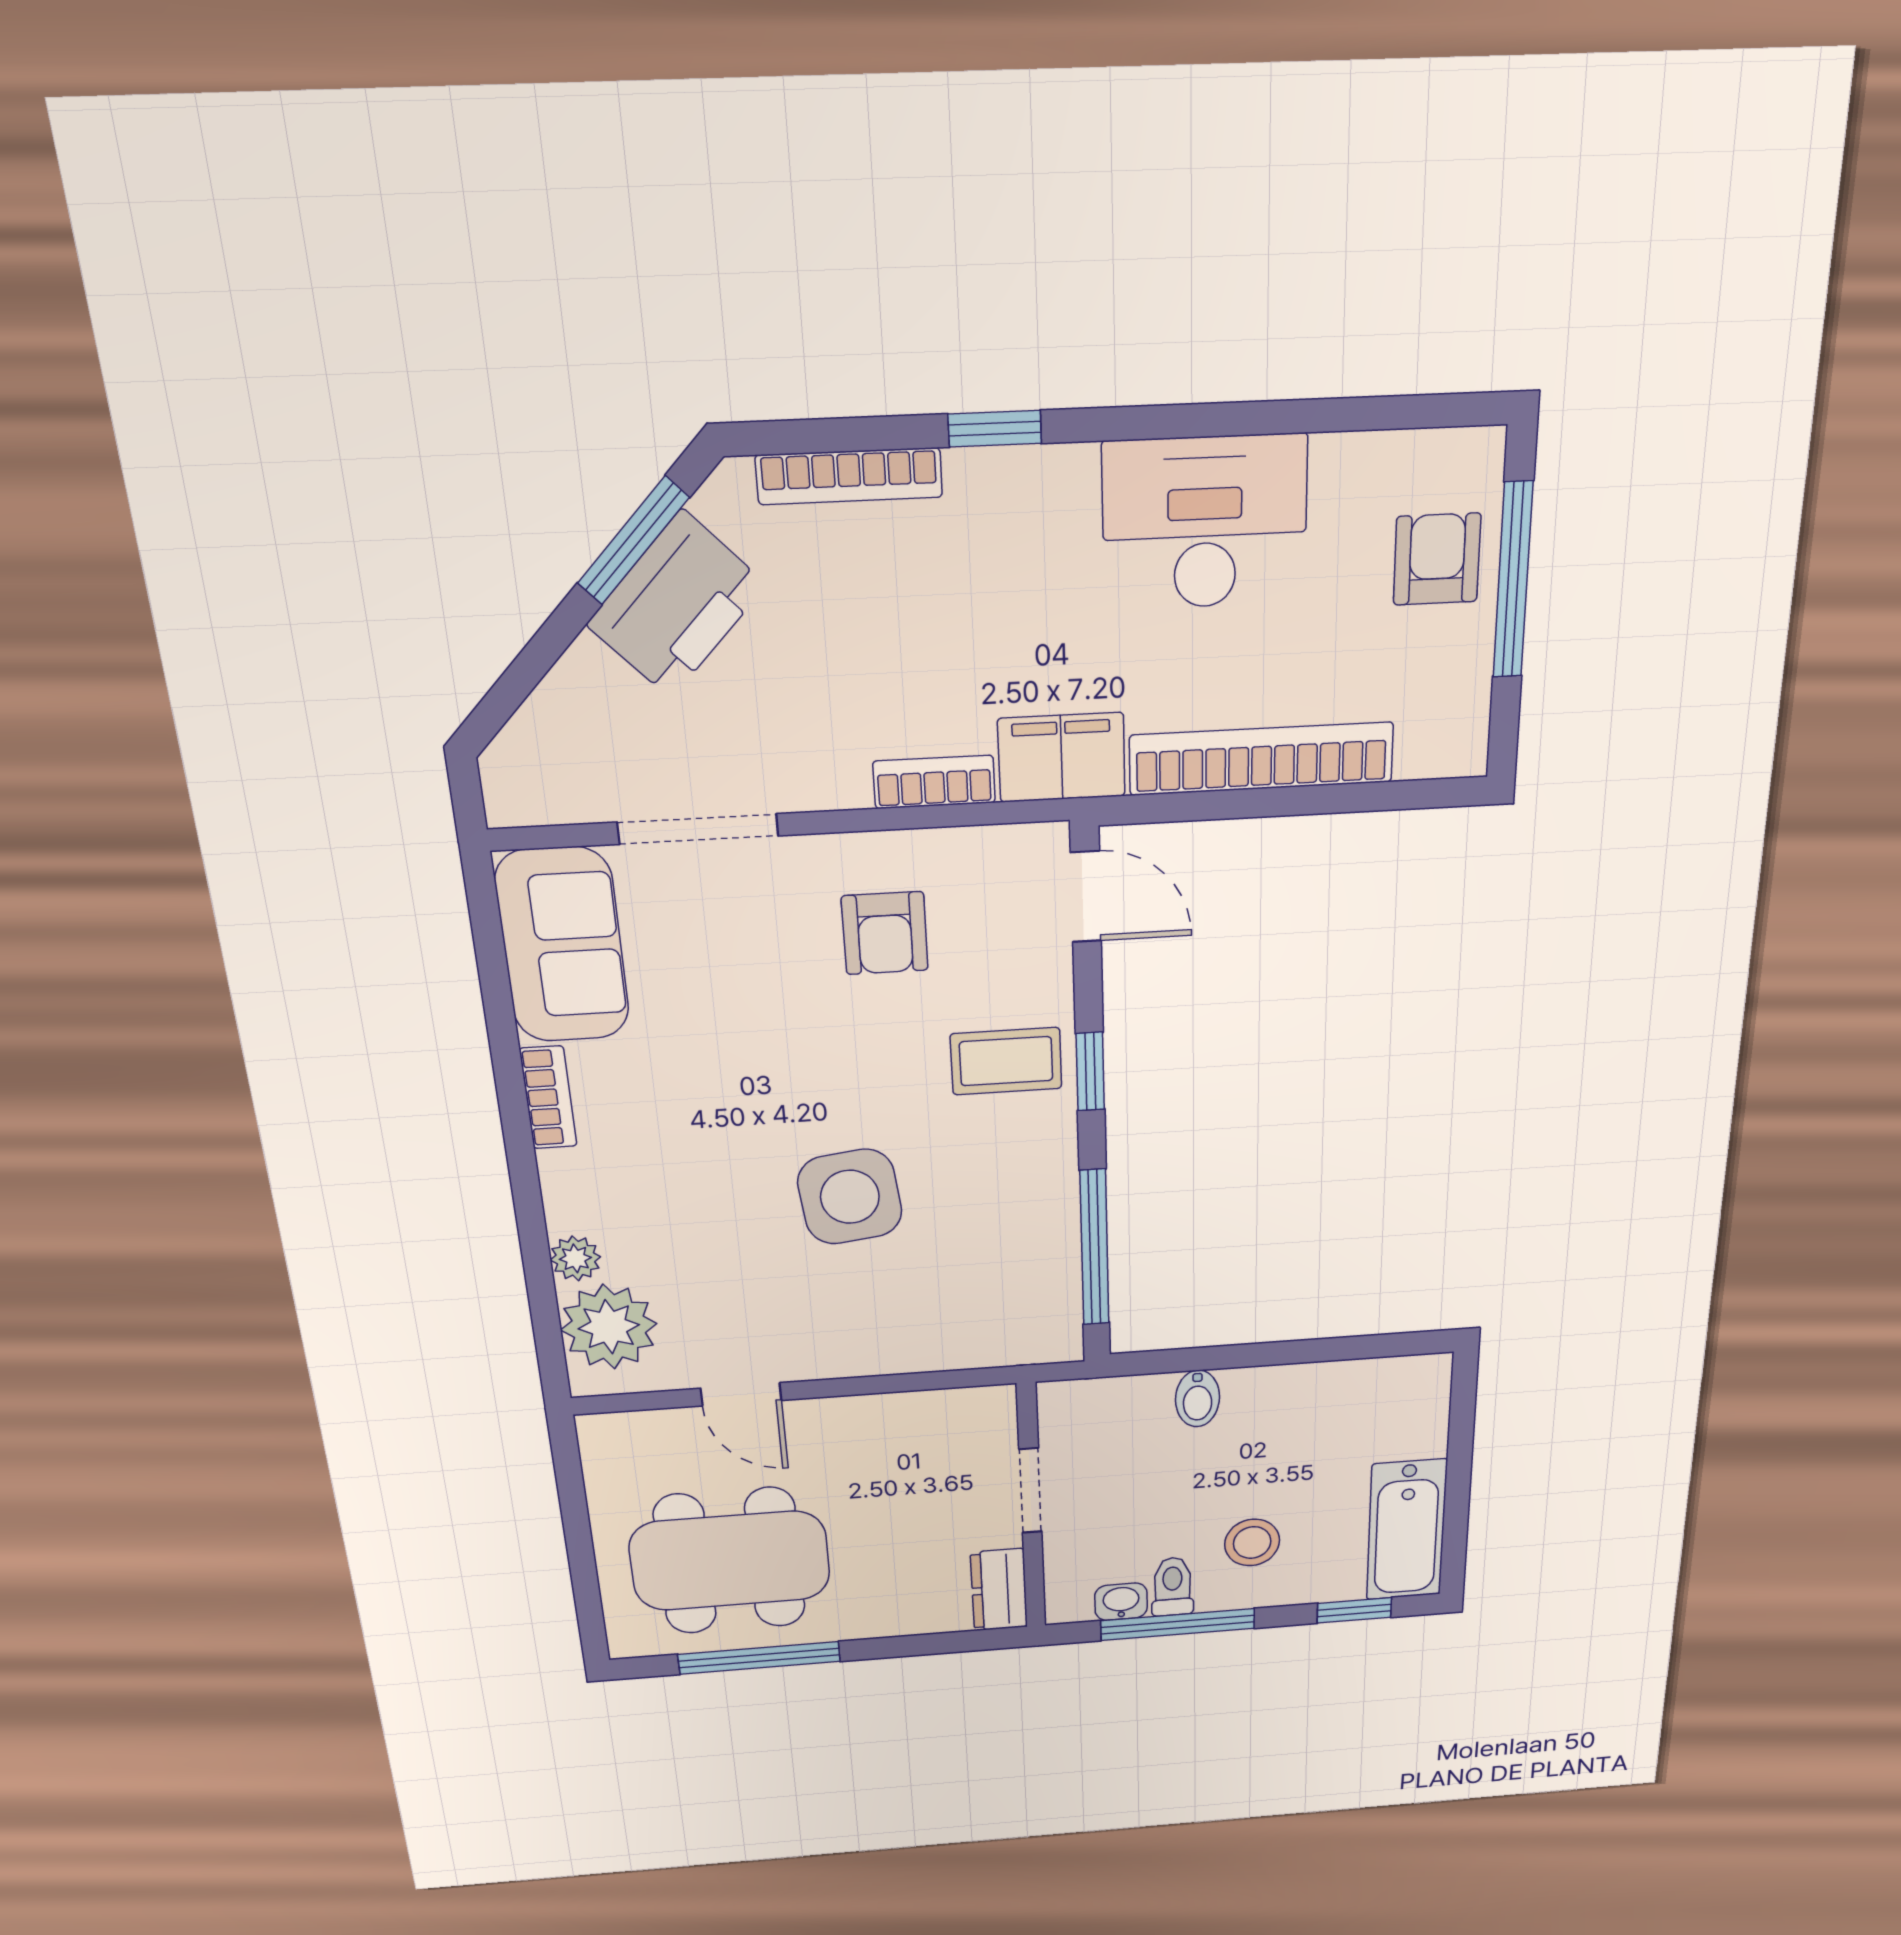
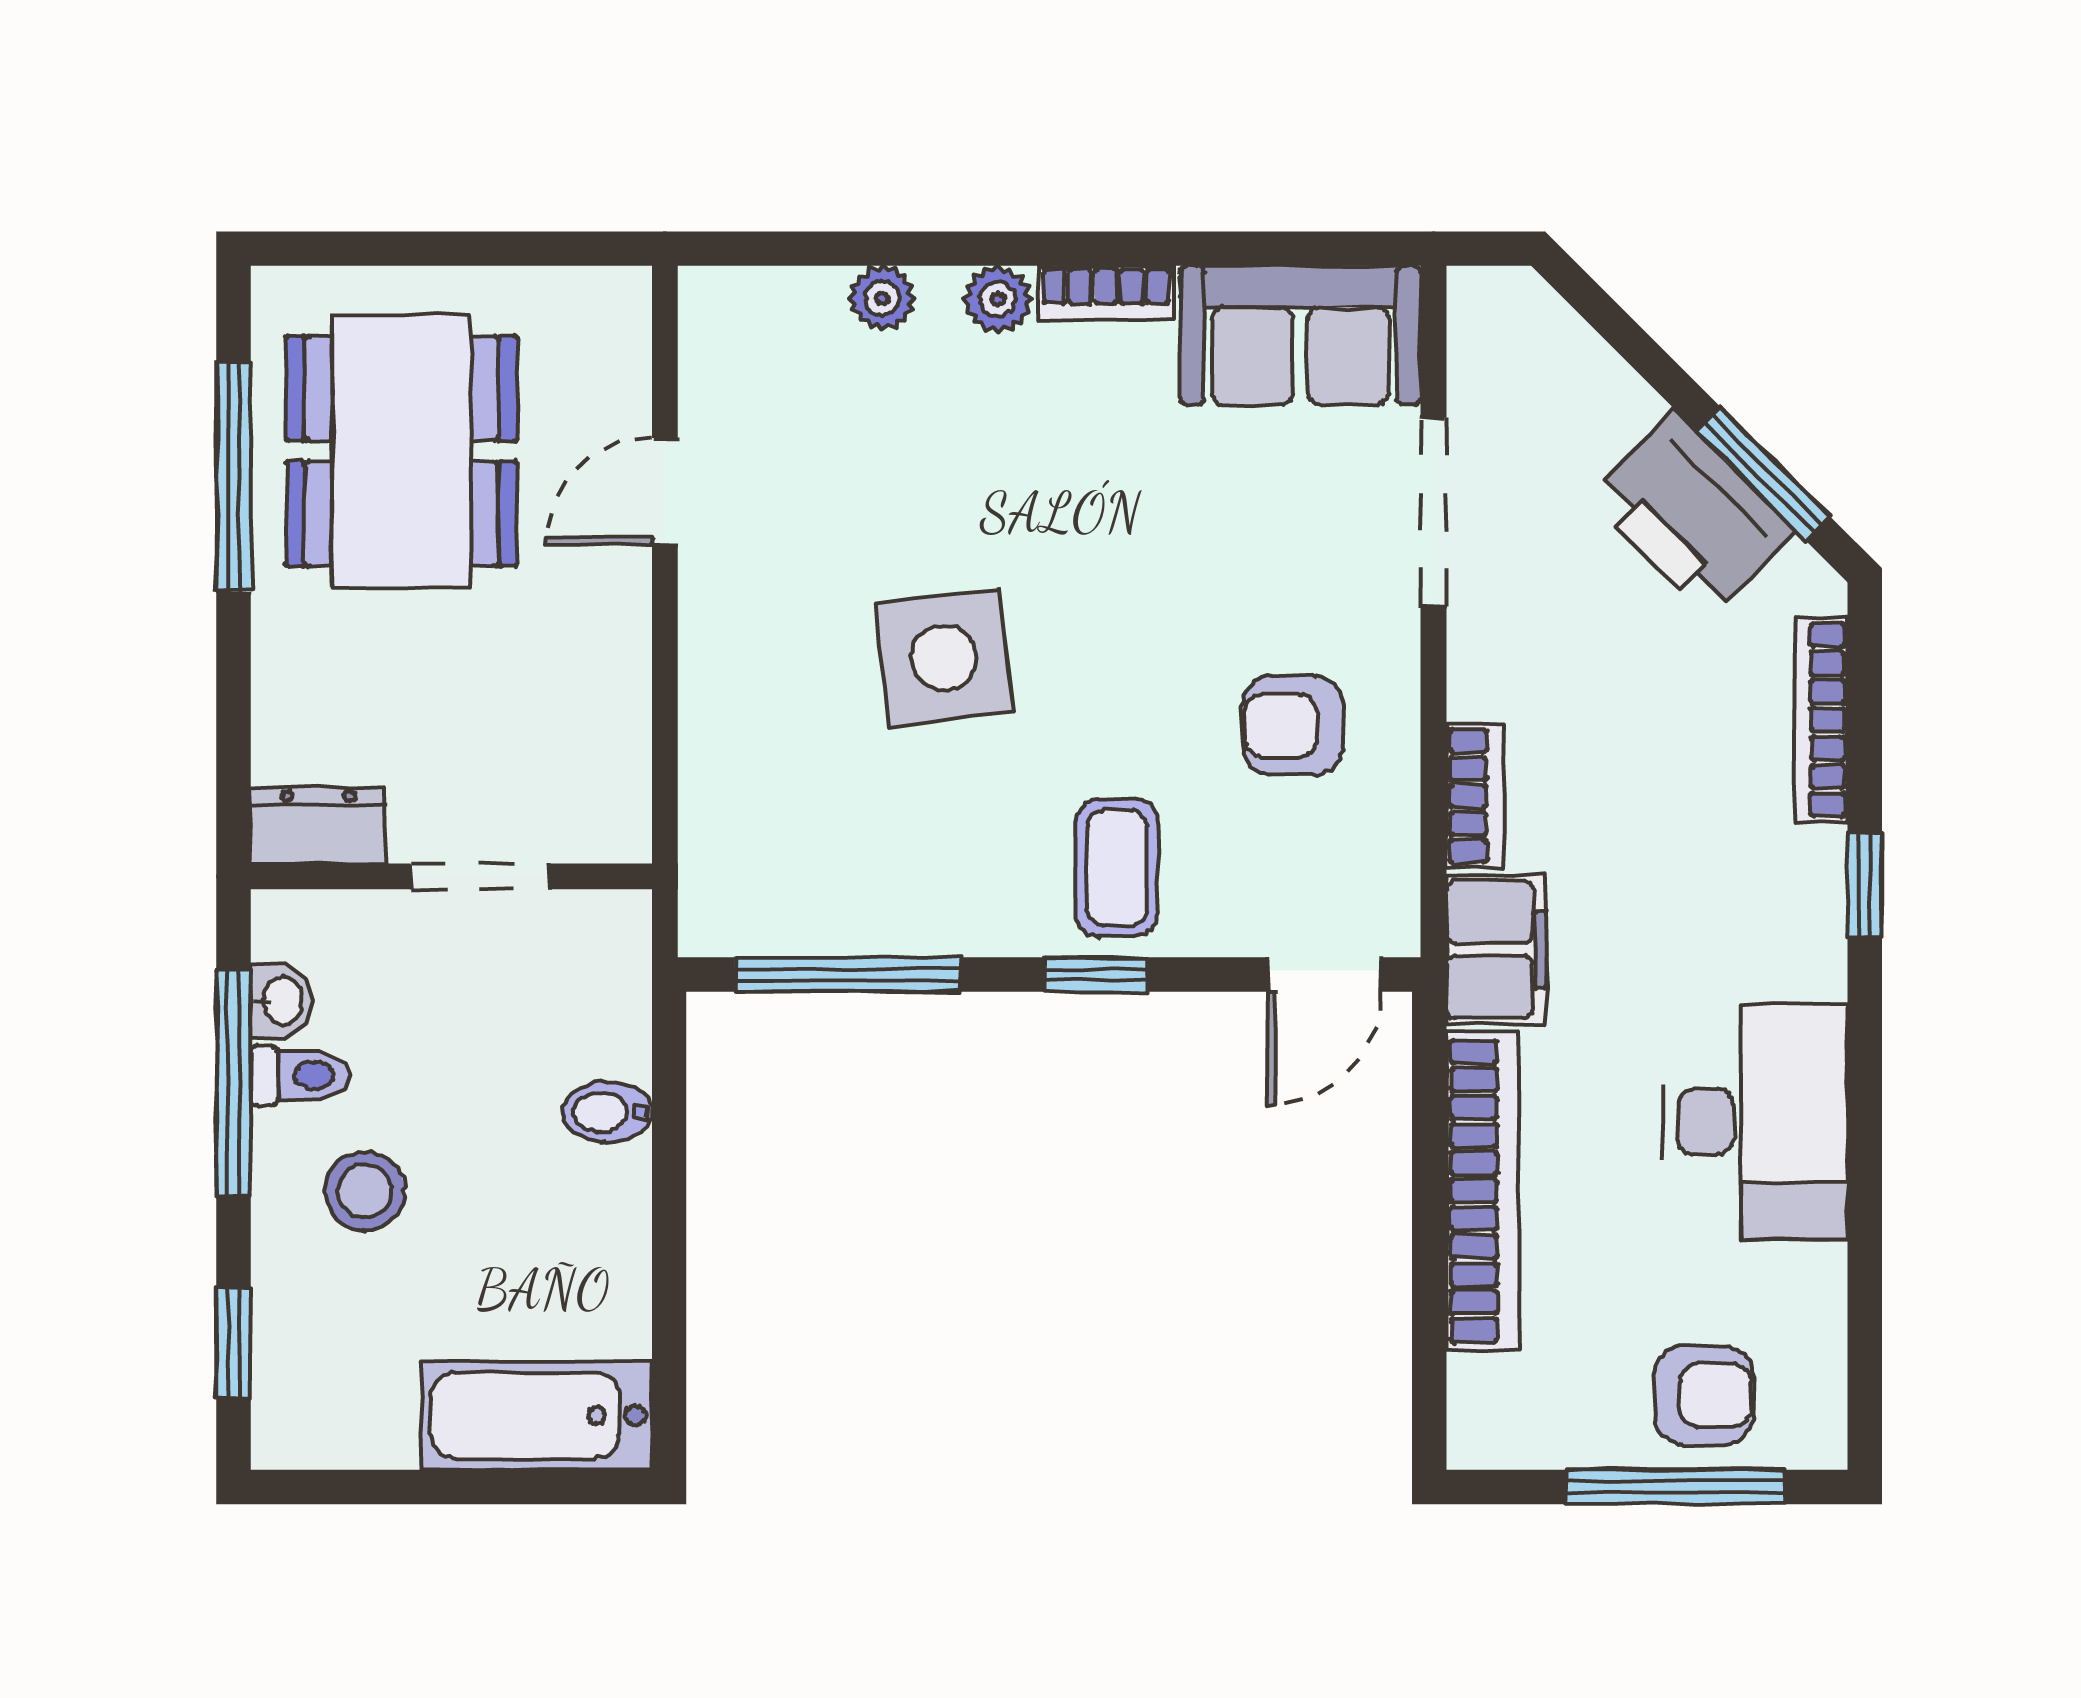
plant: (609, 1327) -> (998, 299), moved, width x0.53, depth x0.53
bathtub: (1407, 1530) -> (537, 1416), moved

